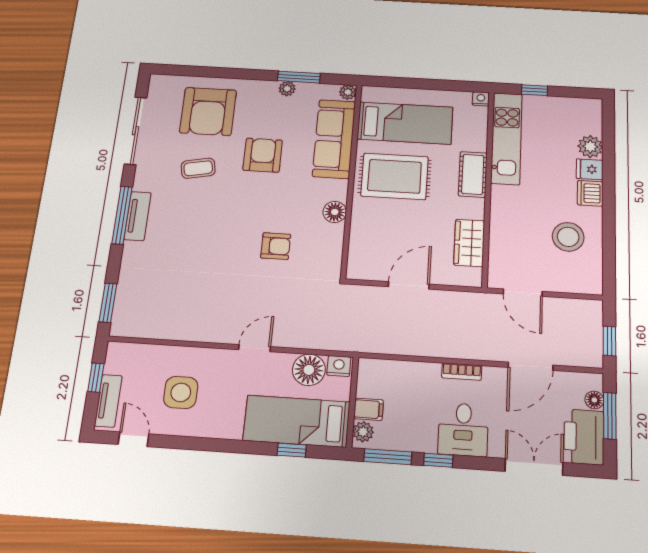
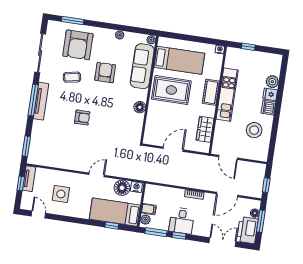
window: (299, 77) -> (73, 21), moved
kitchen unit: (506, 138) -> (227, 95), moved
tv unit: (138, 216) -> (41, 101), width x1.41
armchair: (276, 246) -> (82, 118), moved
tv unit: (108, 401) -> (29, 179), moved
desk: (463, 429) -> (182, 221), moved

